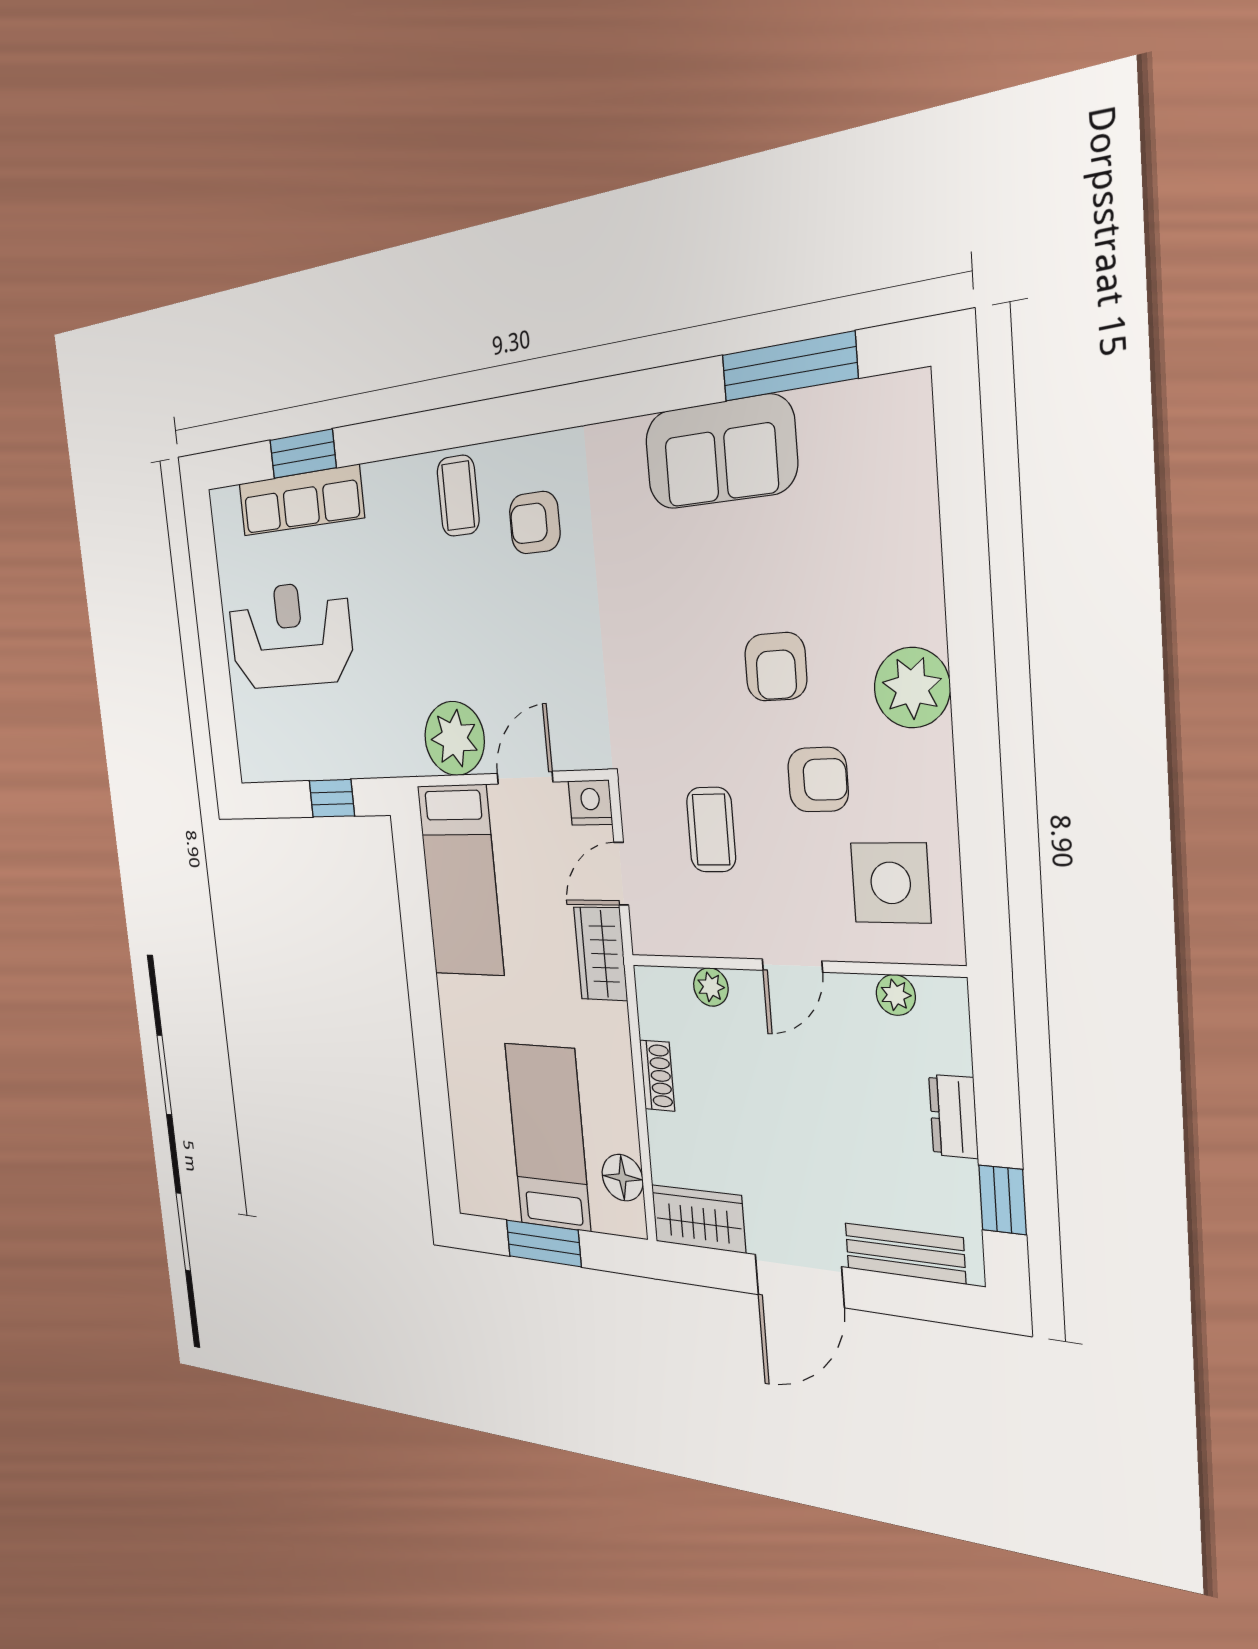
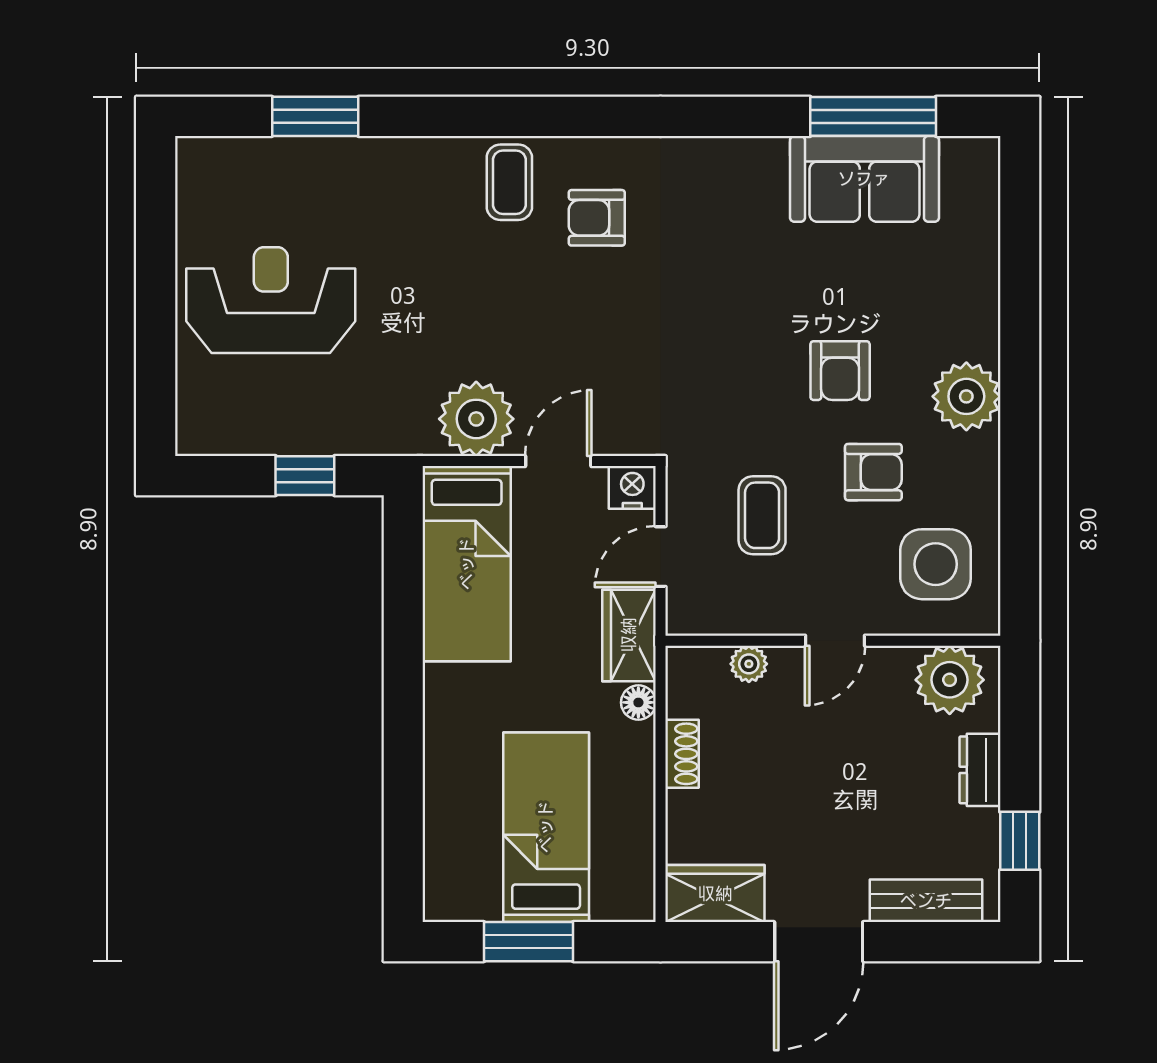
sofa: (720, 452) -> (864, 179), moved
row of seats: (301, 501) -> (305, 163), removed
plant: (896, 995) -> (950, 680), width x1.88, depth x1.88
floor lamp: (622, 1178) -> (638, 702), moved, width x0.73, depth x0.73

